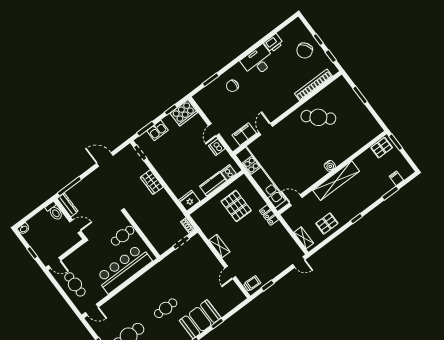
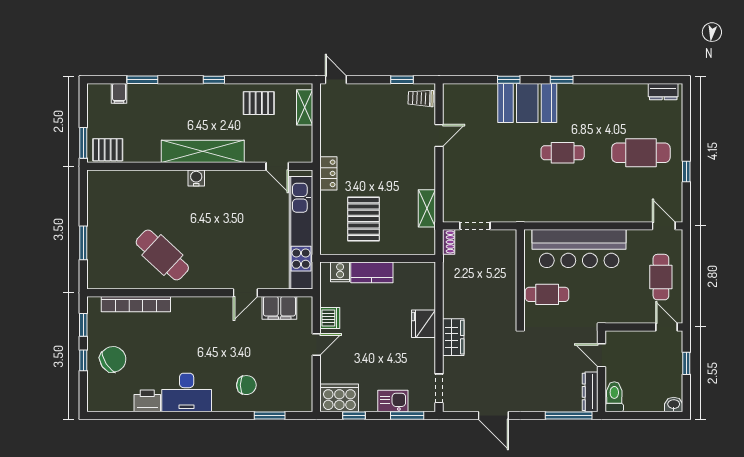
fridge: (189, 201) -> (423, 324), moved, turned 90
shelving: (219, 246) -> (427, 208), moved

